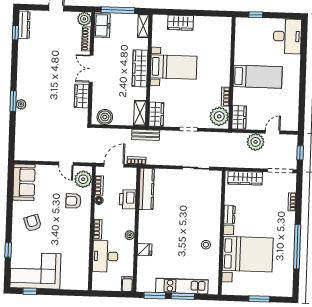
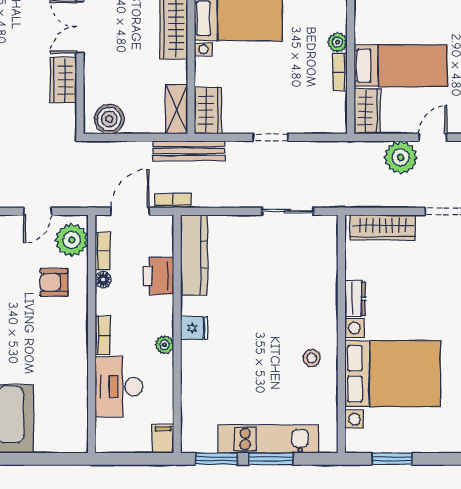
bed: (258, 77) -> (400, 66), moved
plant: (219, 116) -> (337, 42), moved, width x0.53, depth x0.53
bench: (146, 135) -> (189, 151), width x1.36
door: (66, 164) -> (37, 211), hinge flipped
fridge: (145, 250) -> (194, 328), moved
window: (259, 299) -> (392, 459), moved

